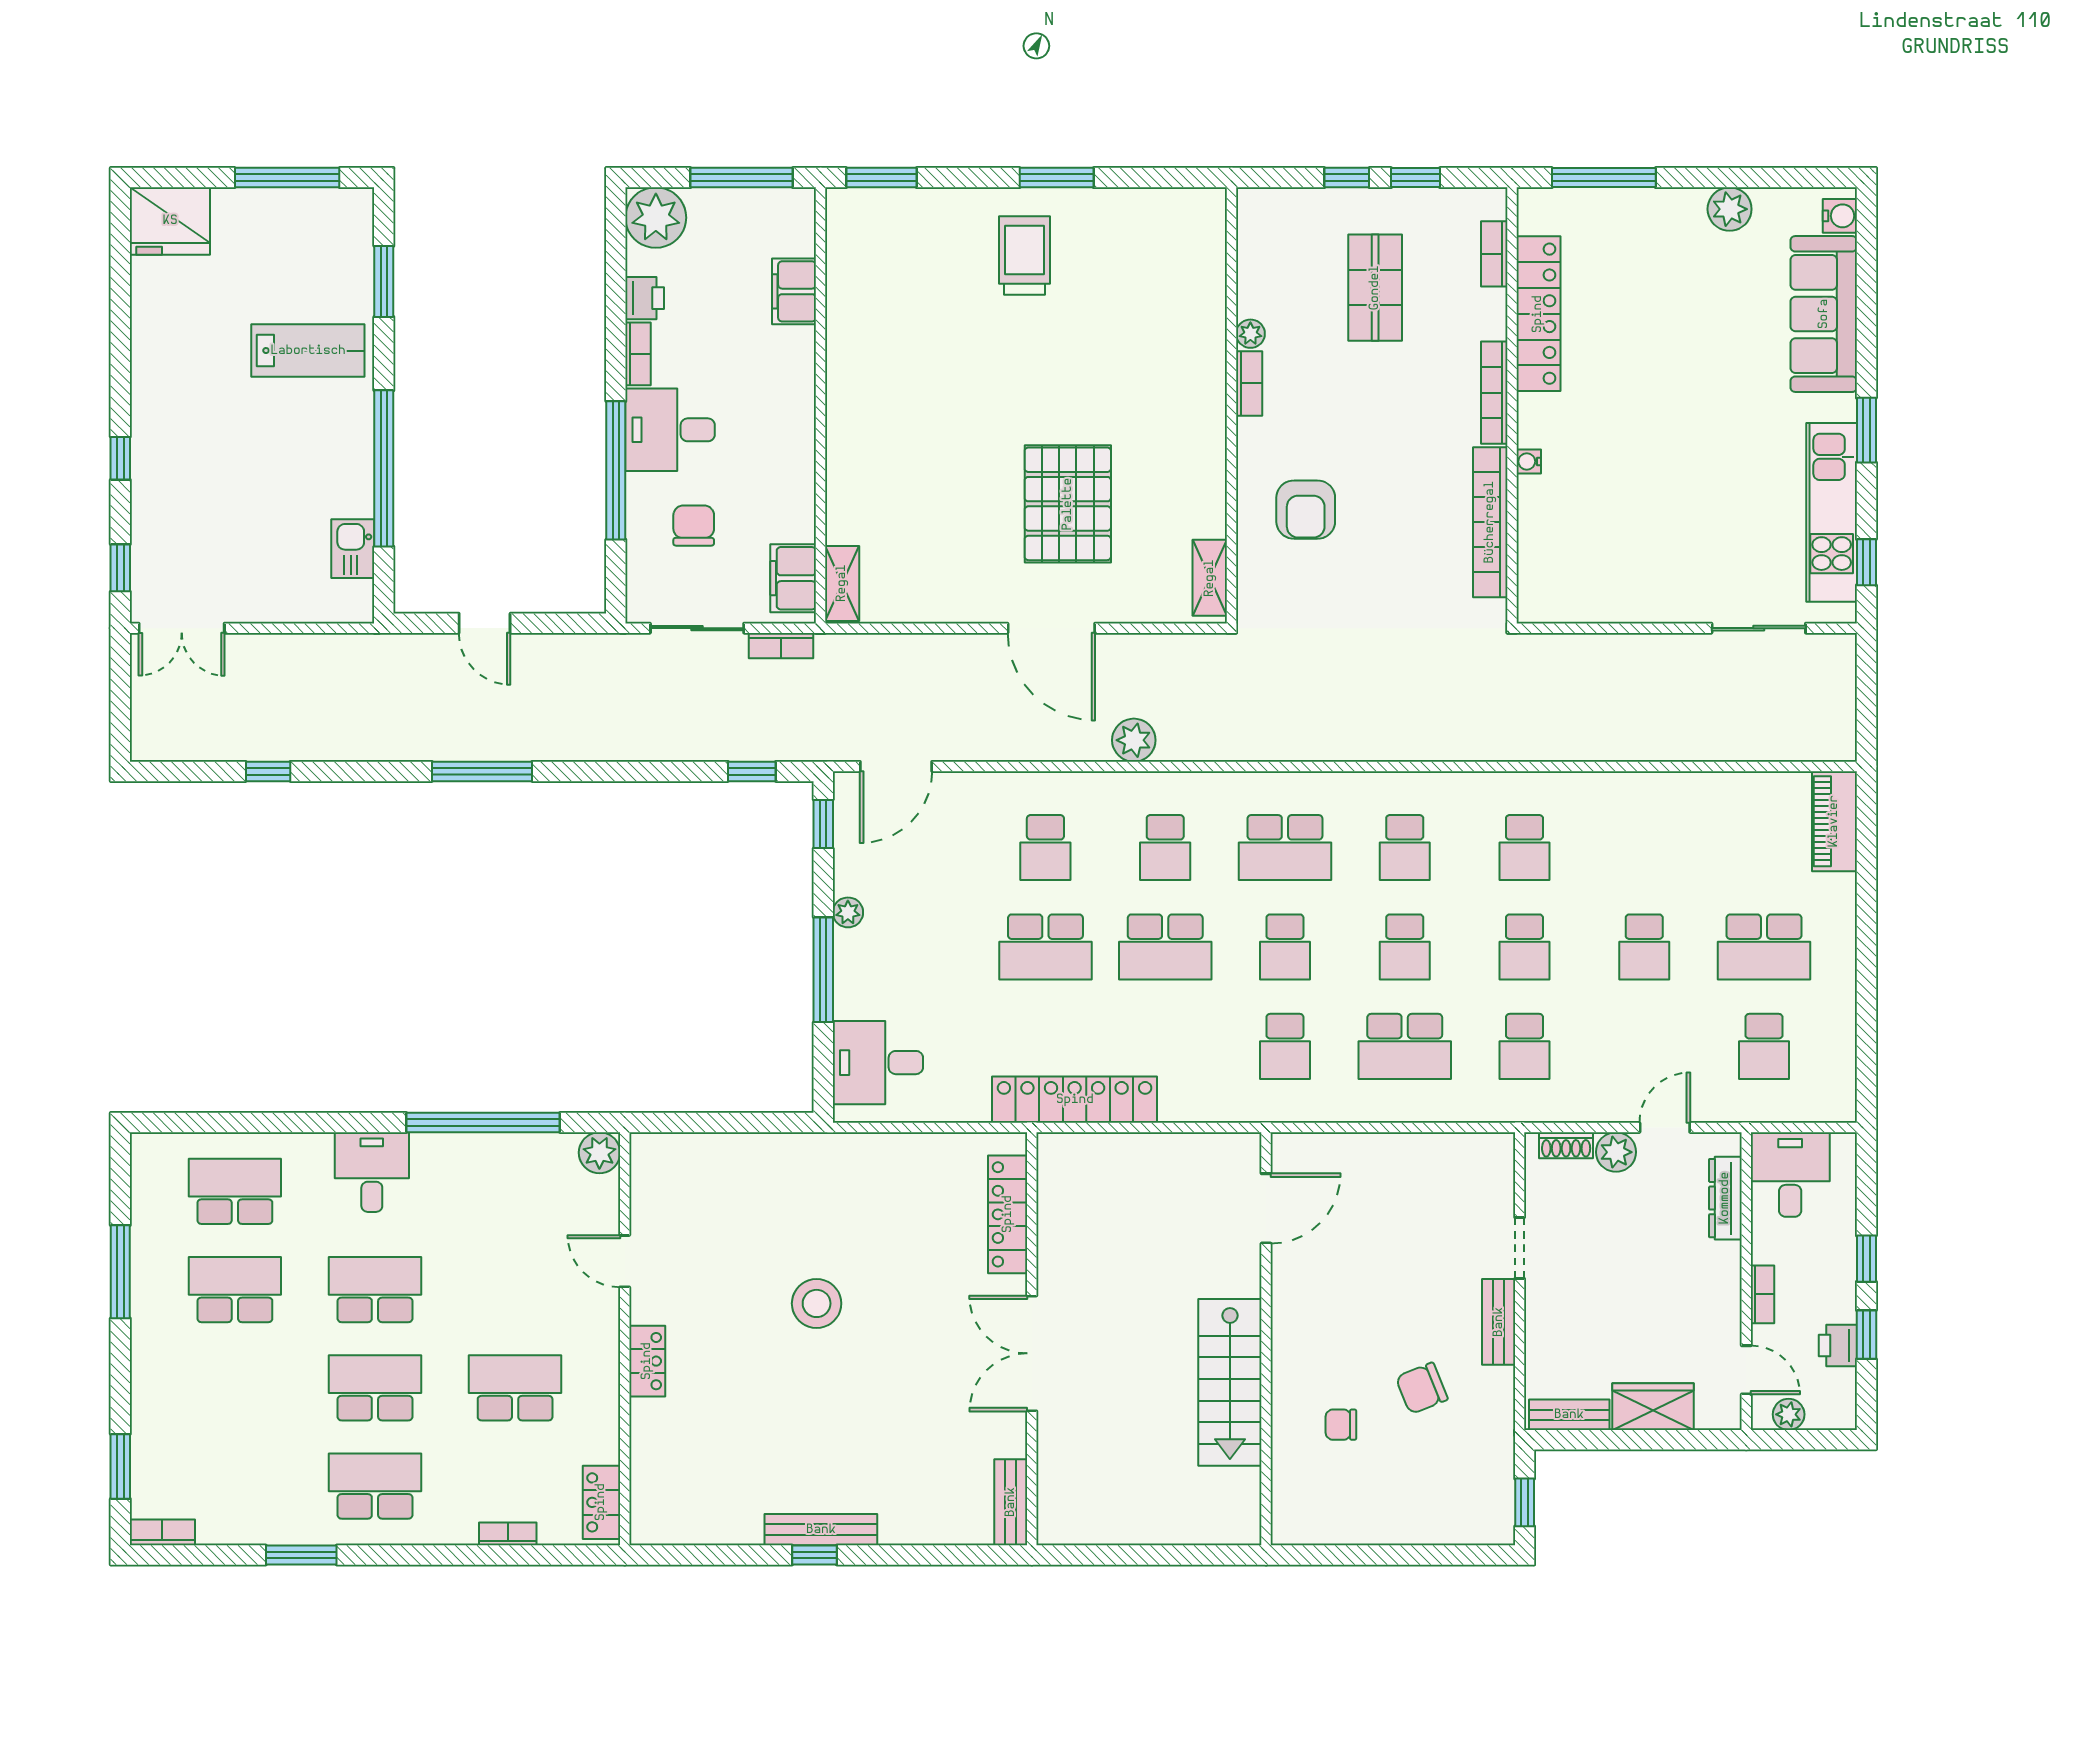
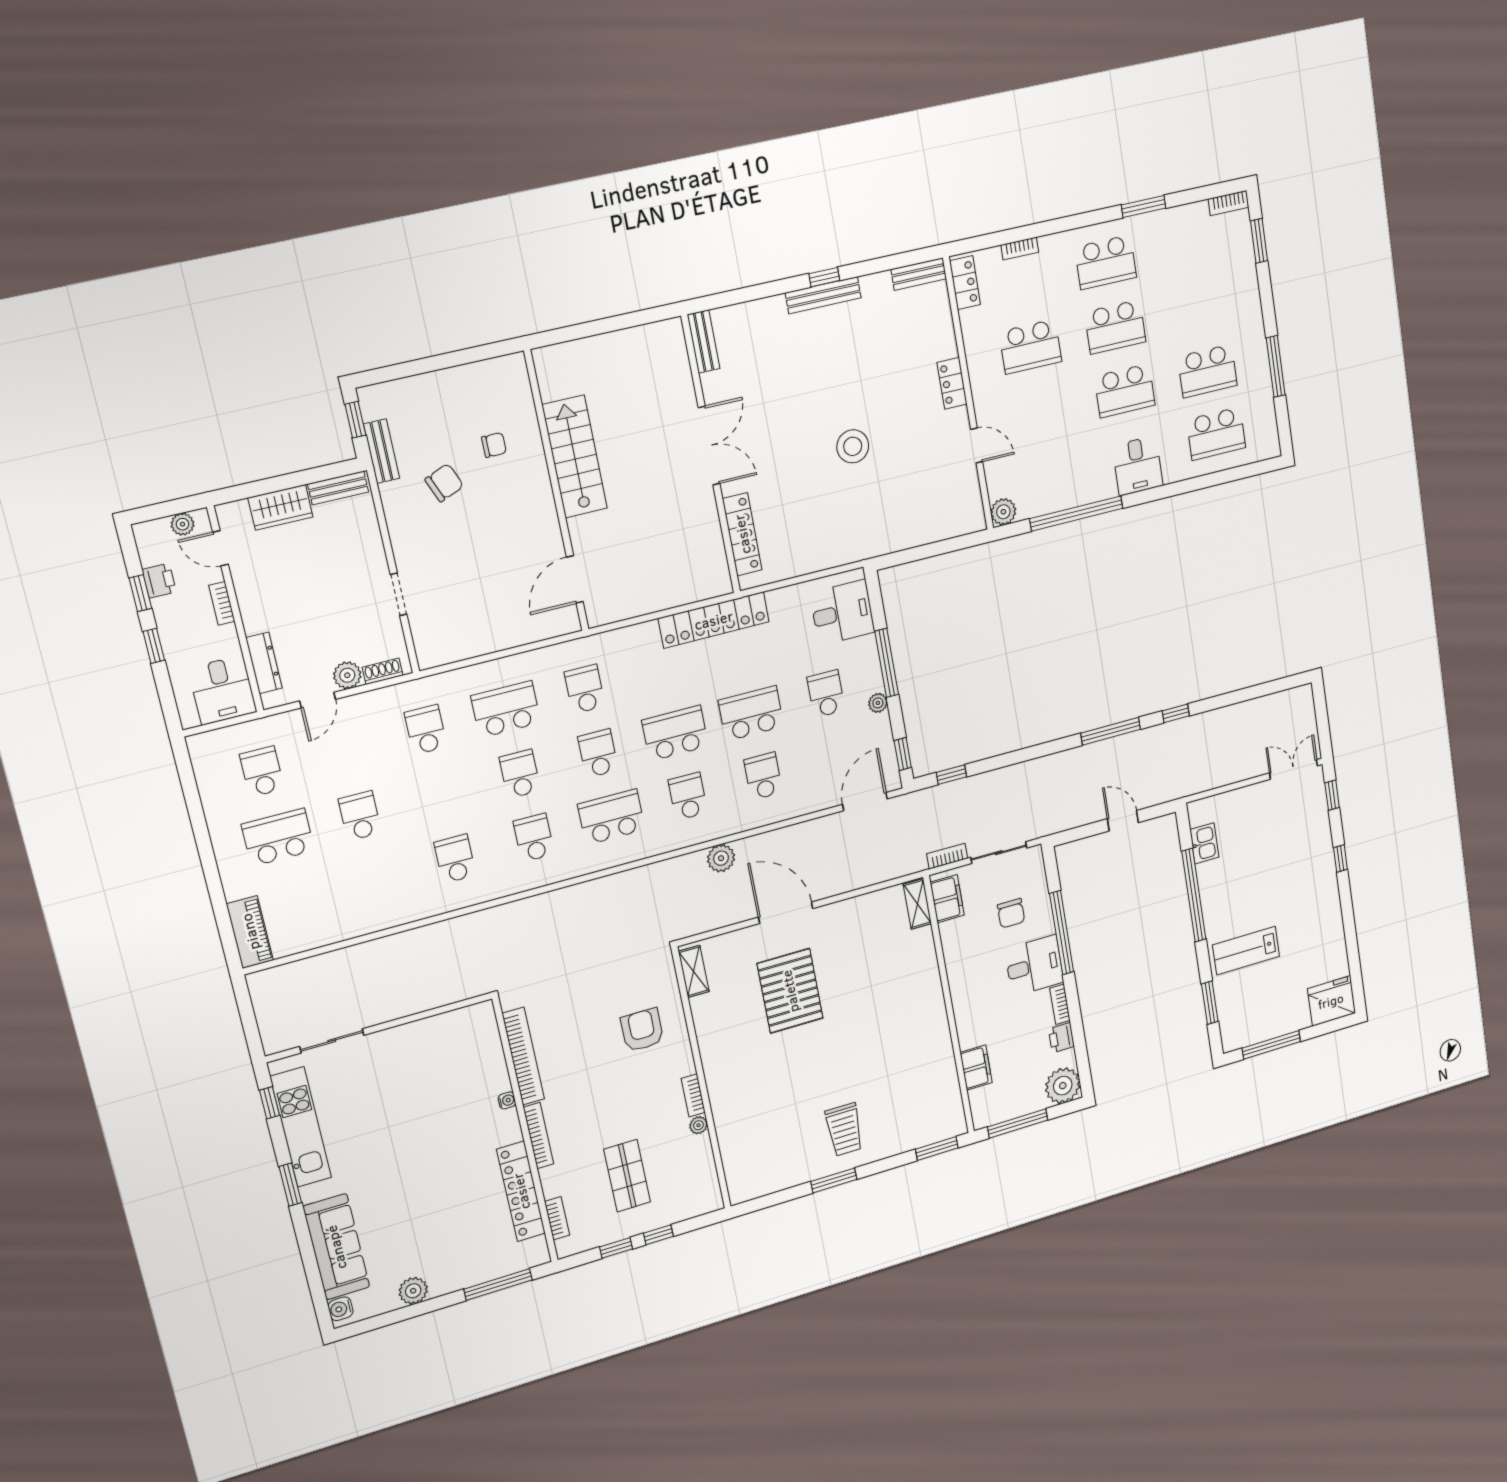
window: (268, 771) -> (1176, 713), moved
school desk: (1524, 947) -> (826, 694), moved
bench: (1499, 1322) -> (381, 451), moved
bench: (671, 1530) -> (919, 274), added

